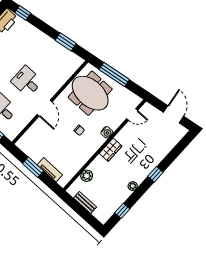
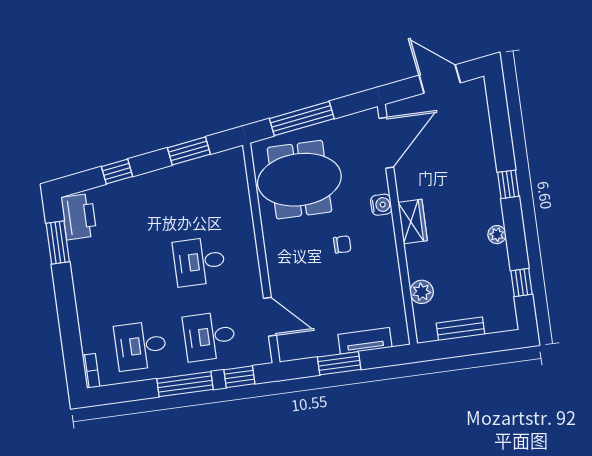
window: (23, 13) -> (117, 172), moved
door: (45, 108) -> (270, 317), moved
door: (132, 114) -> (386, 143), width x1.88

